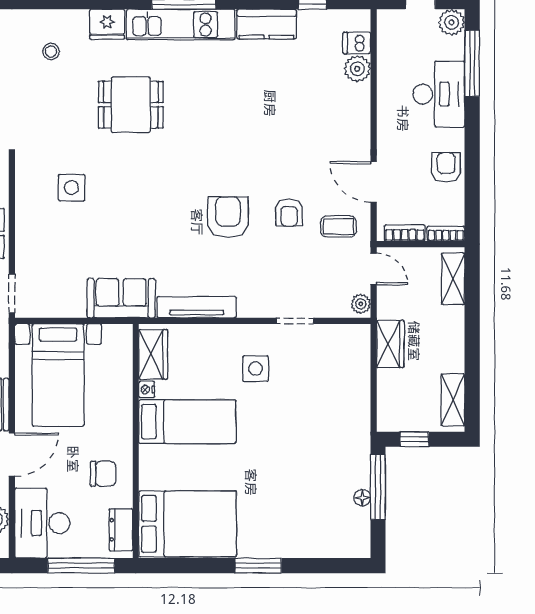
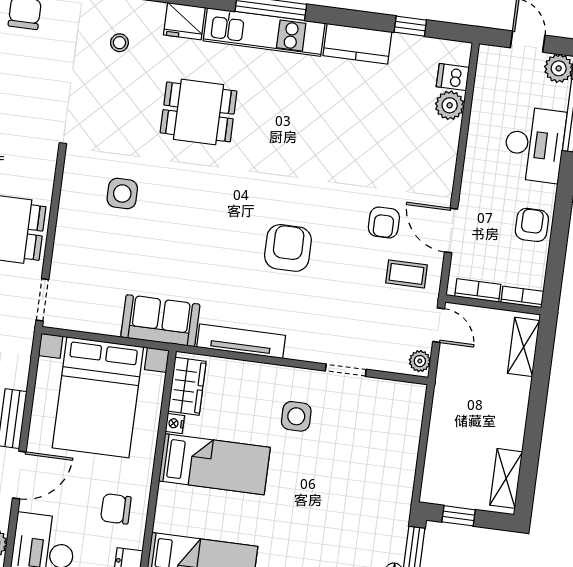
armchair: (289, 212) -> (384, 223), moved
wardrobe: (390, 344) -> (446, 409), removed
bed with nightstands: (58, 375) -> (98, 397), width x1.36
chair: (103, 474) -> (116, 509), turned 180

